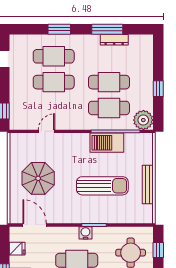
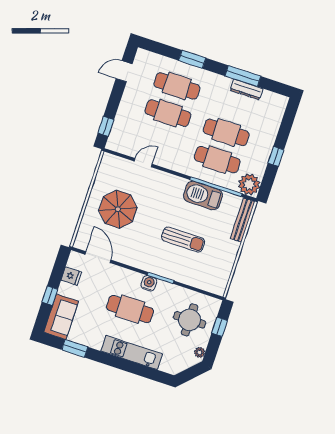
bench: (148, 184) -> (243, 220), moved
sun lounger: (102, 186) -> (183, 239), width x0.73, depth x0.75

